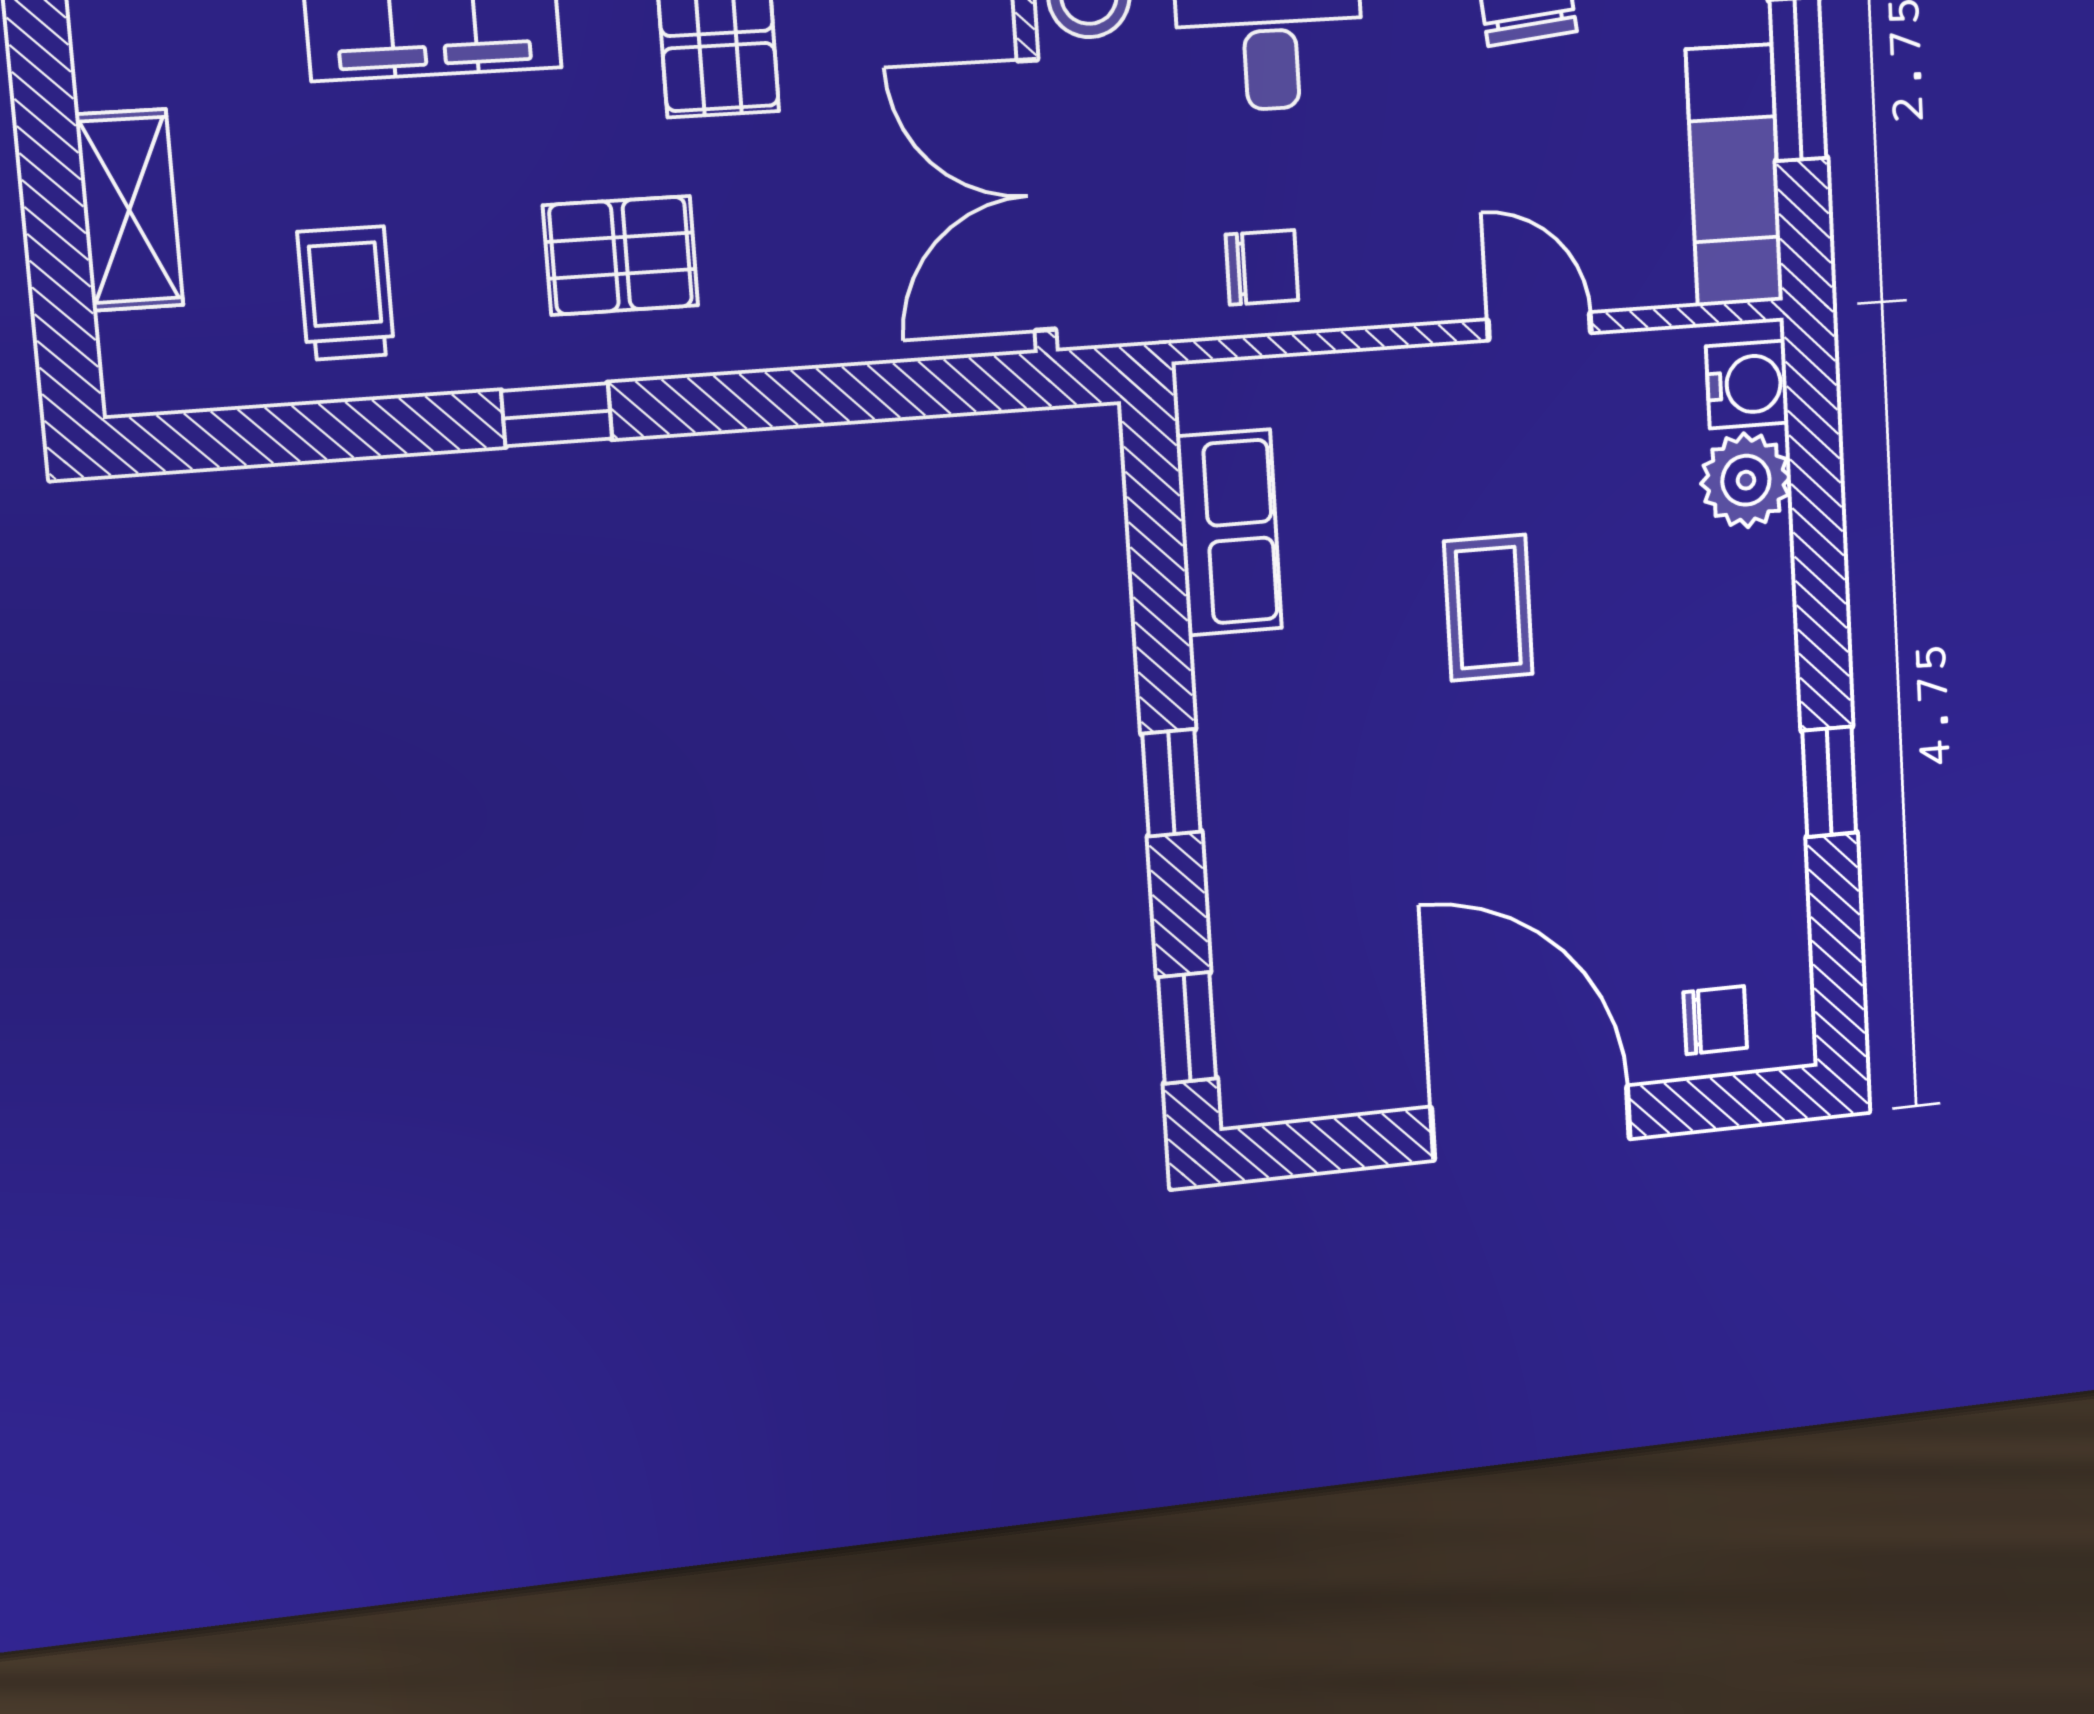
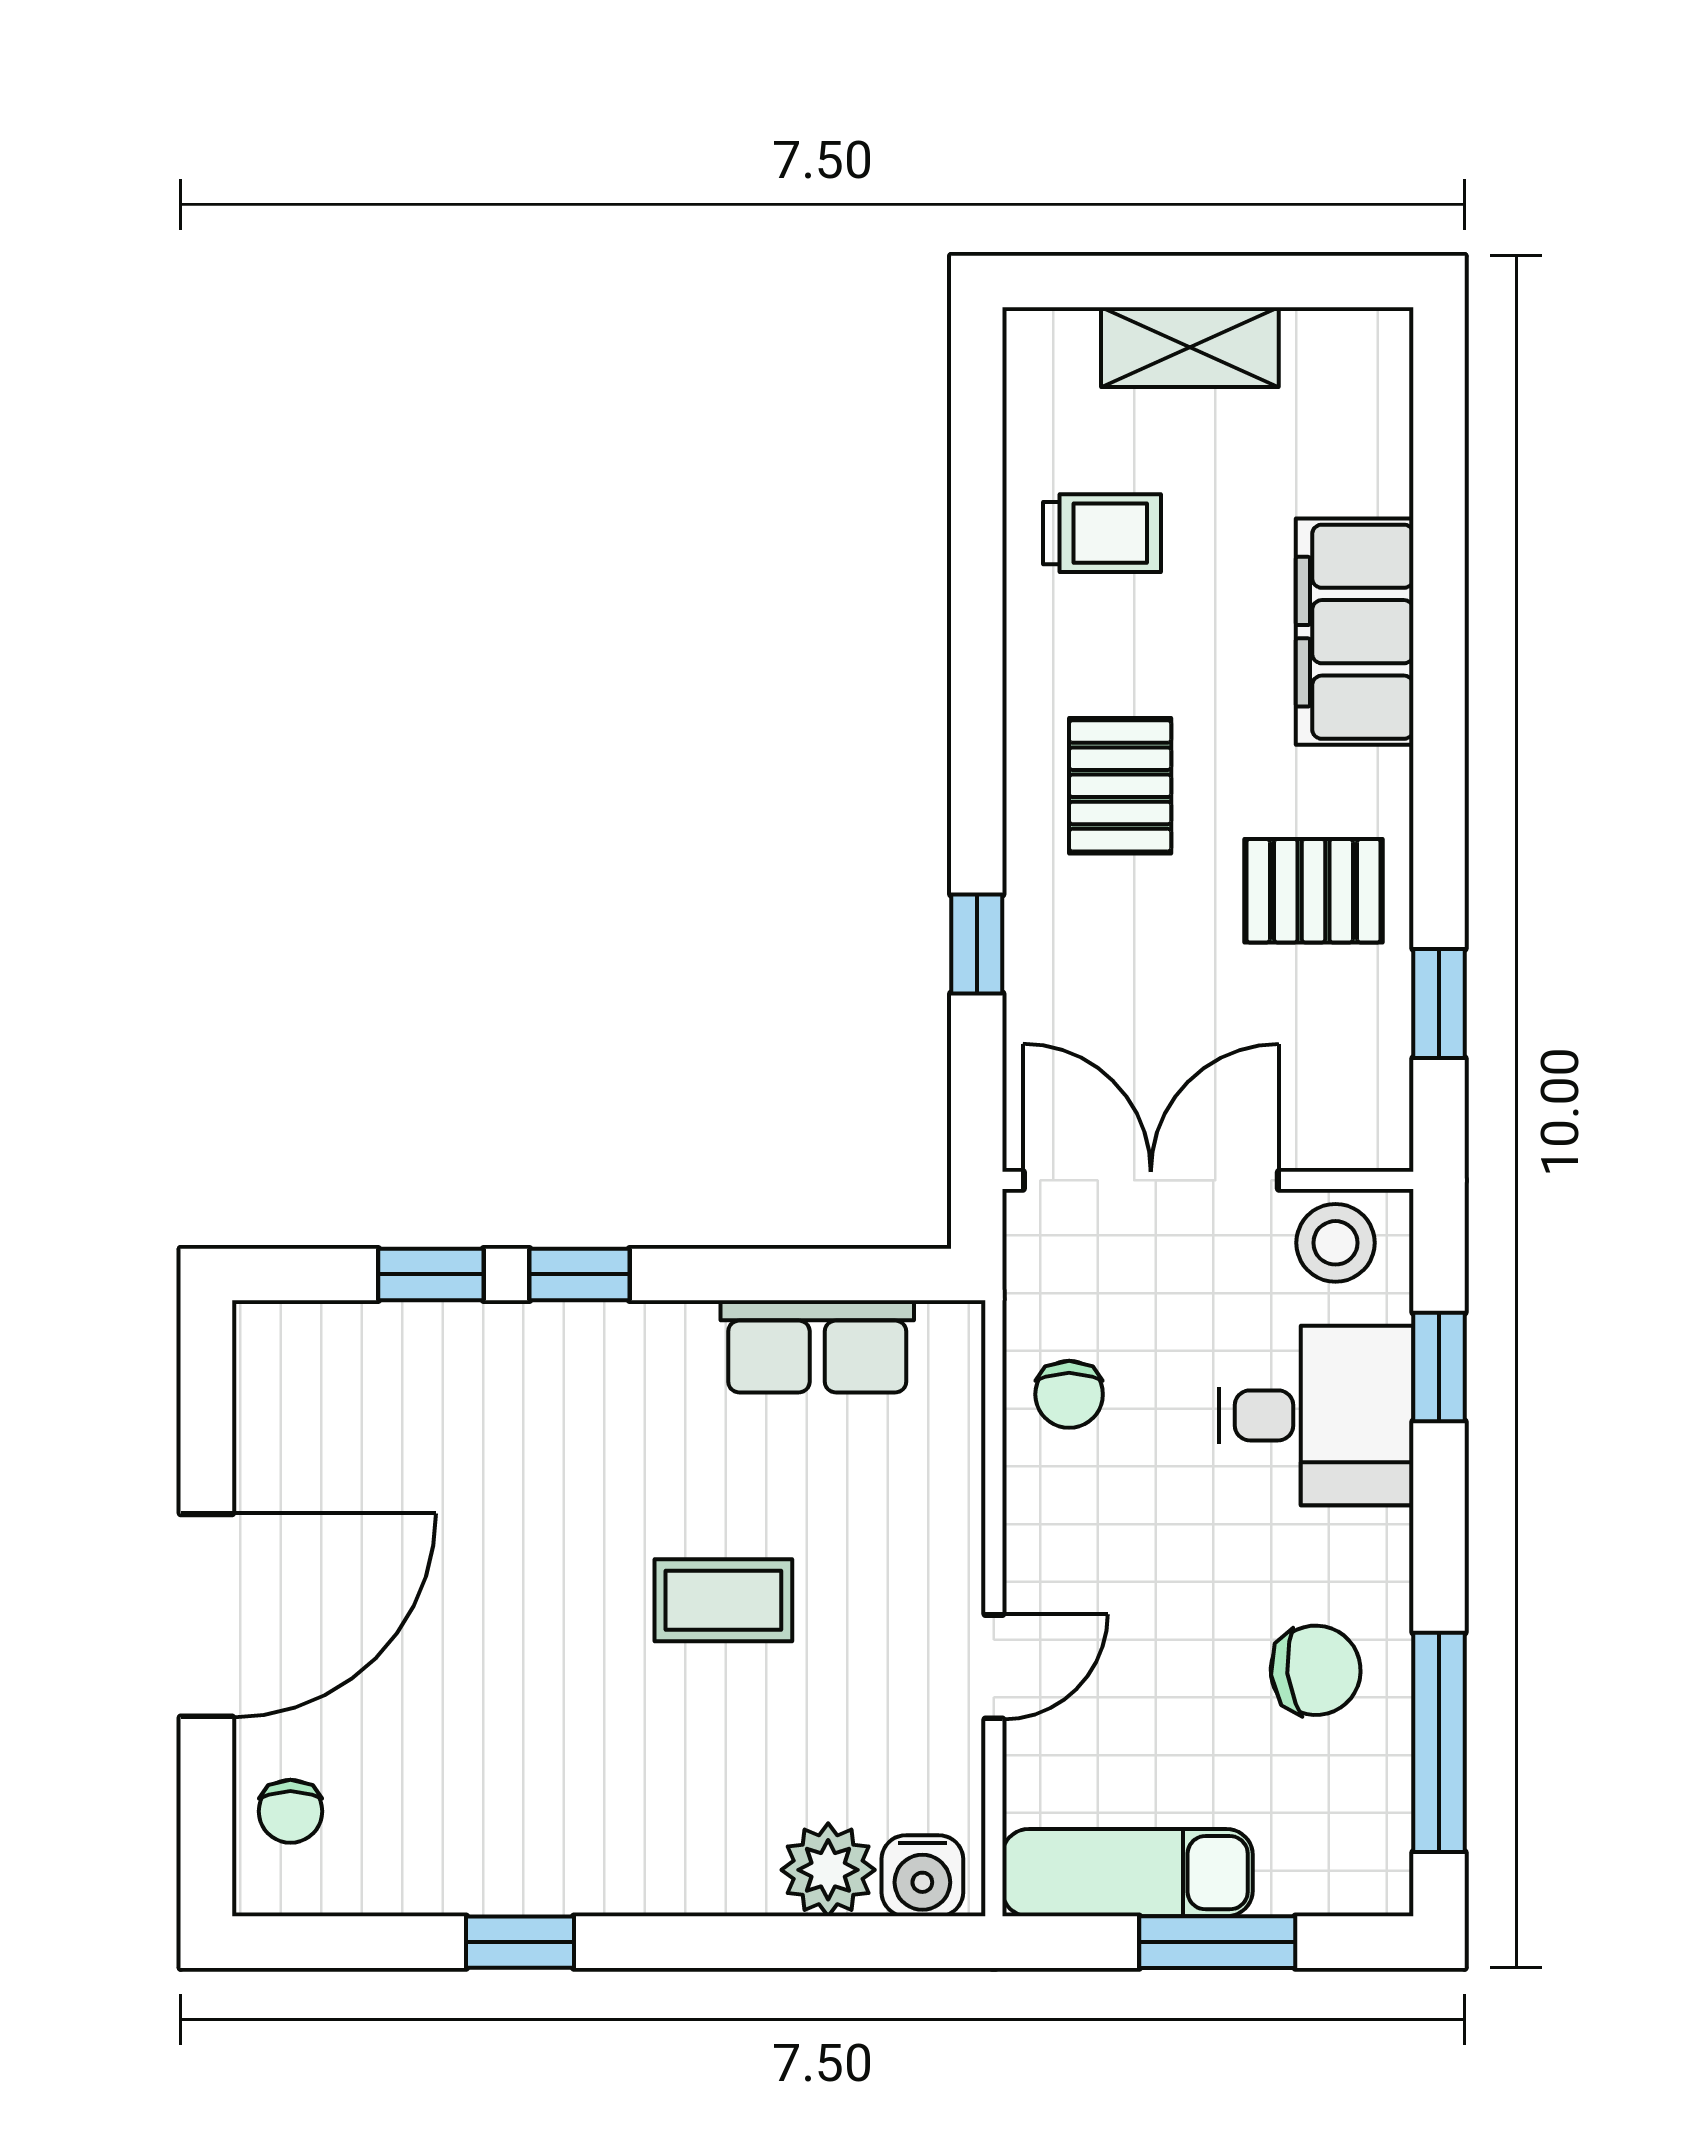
window: (557, 415) -> (977, 944), moved
window: (1187, 1028) -> (431, 1274), moved

